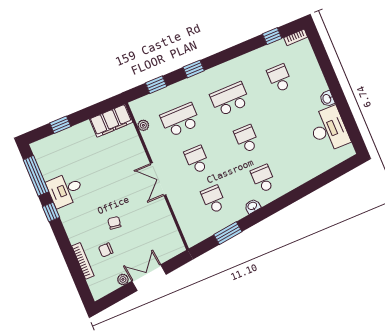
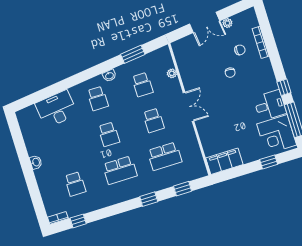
plant: (143, 125) -> (172, 73), moved
desk: (329, 129) -> (56, 109), moved, turned 83
corner desk: (54, 157) -> (277, 134), added

